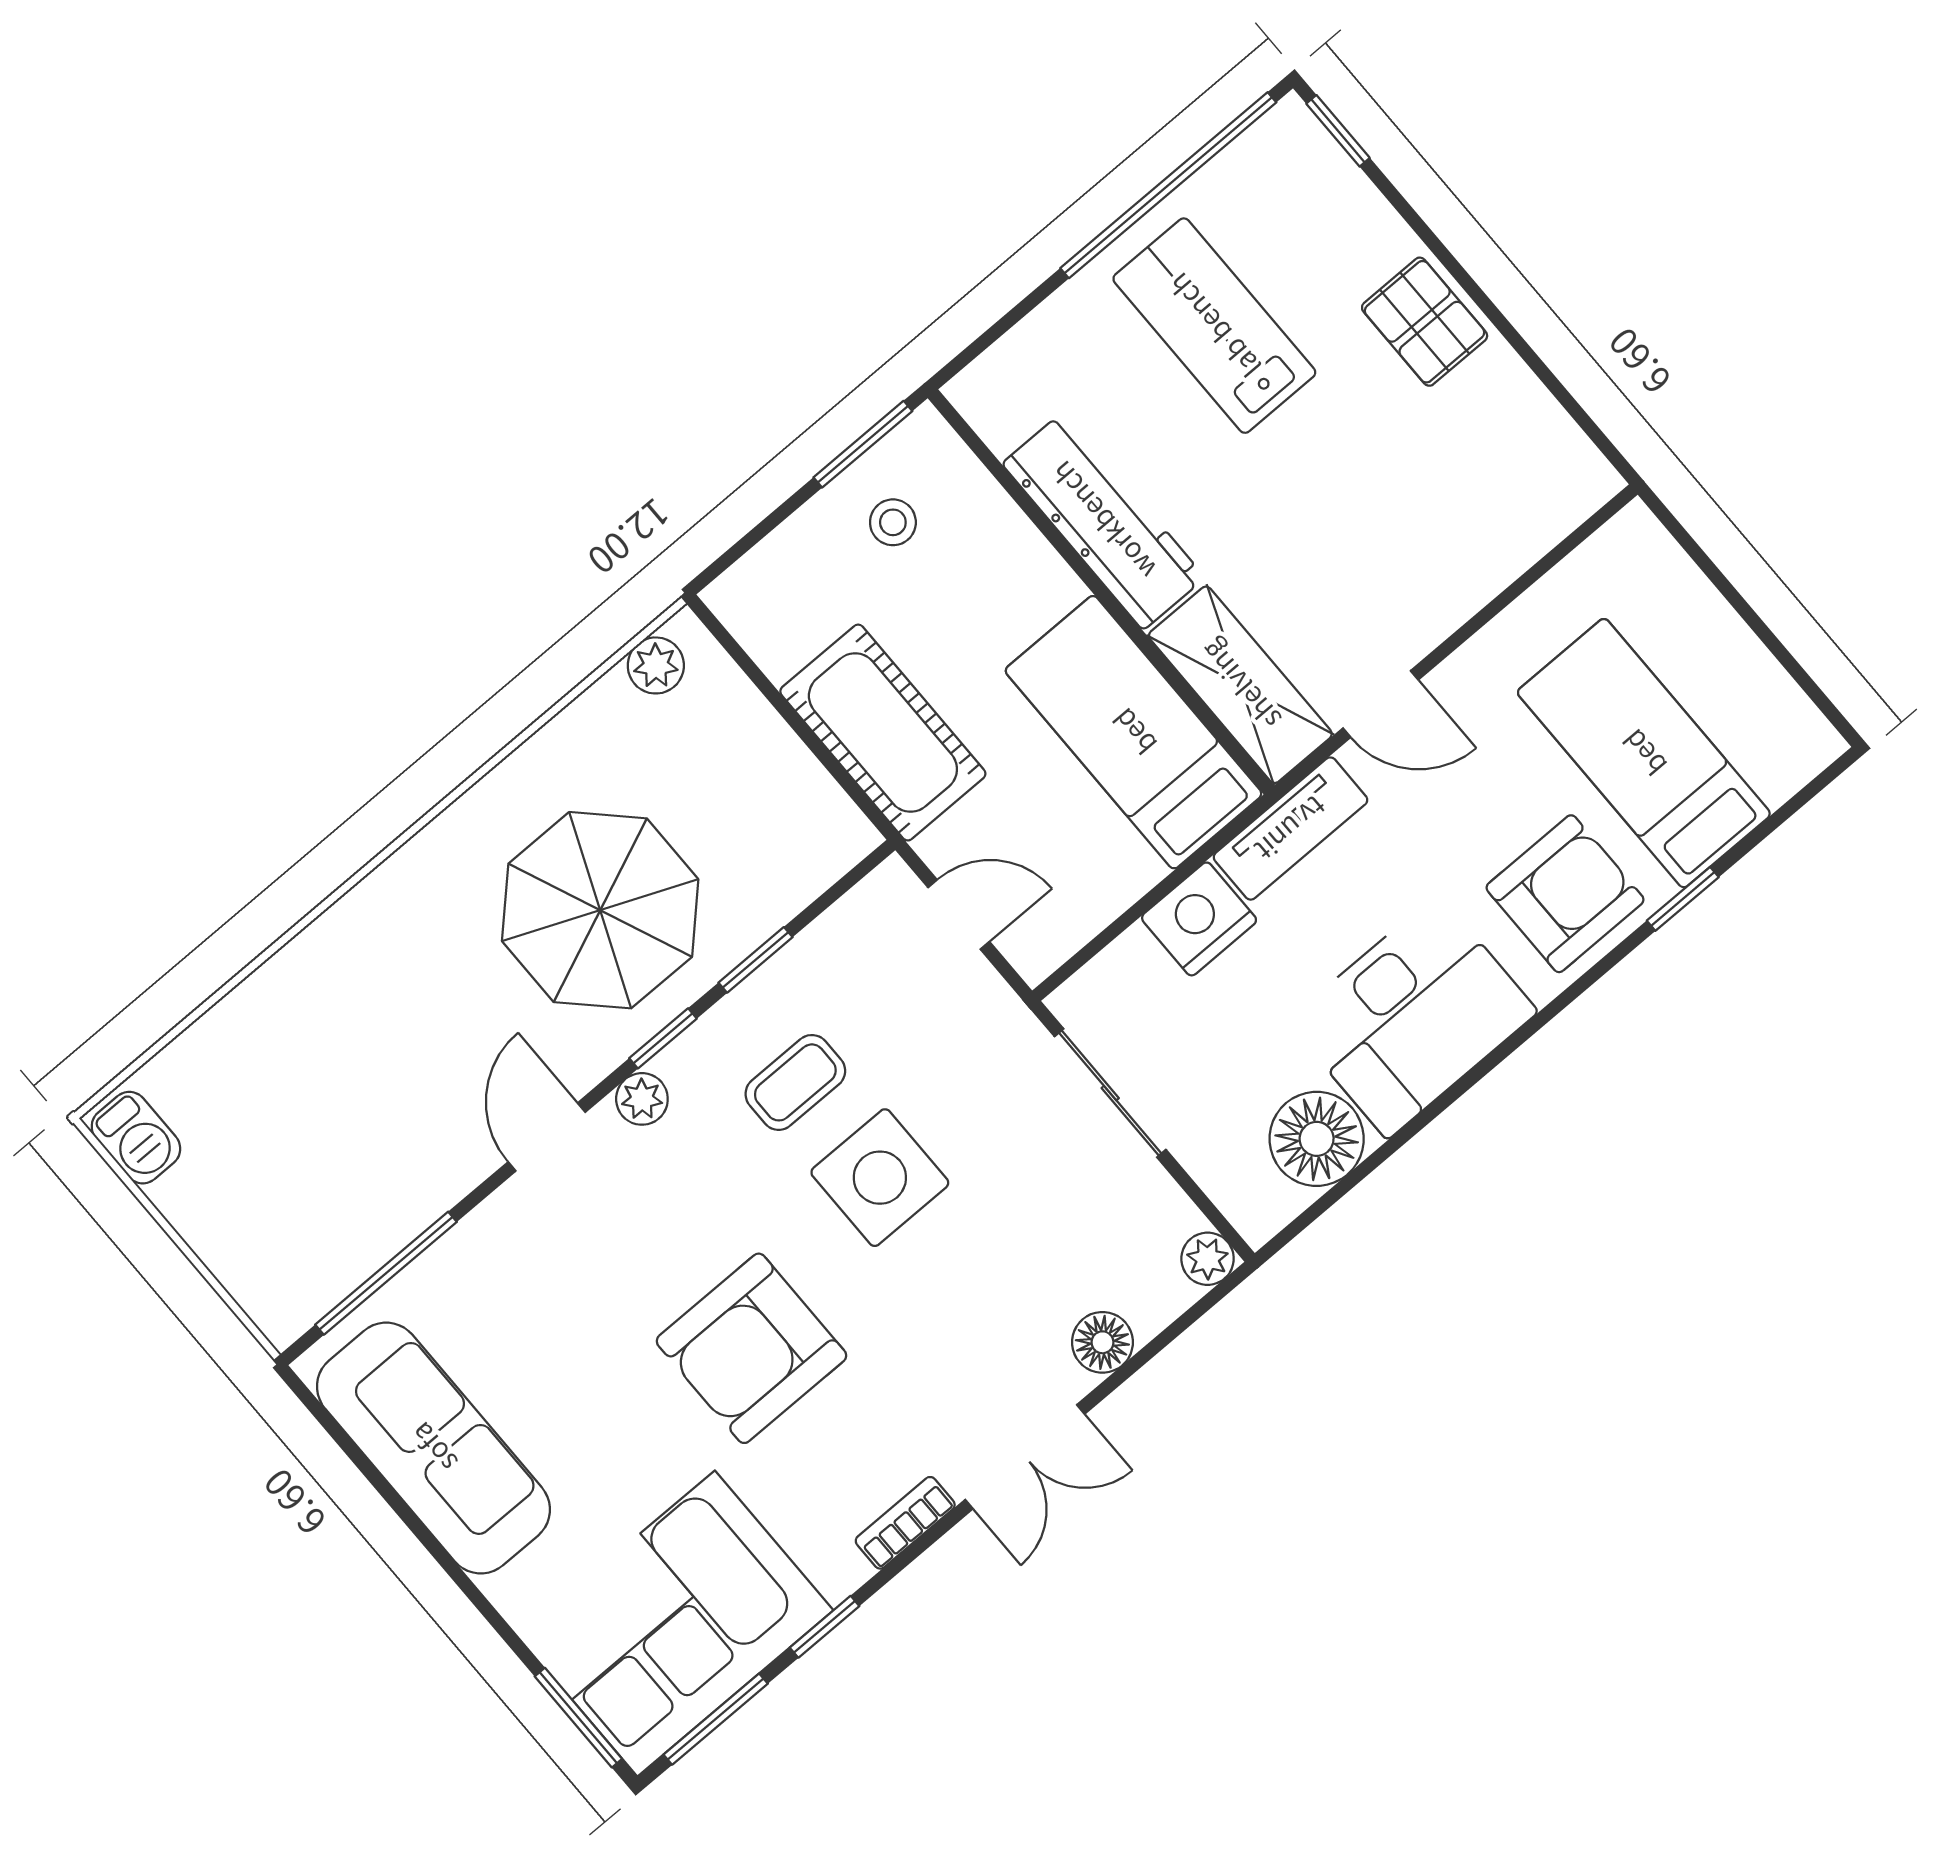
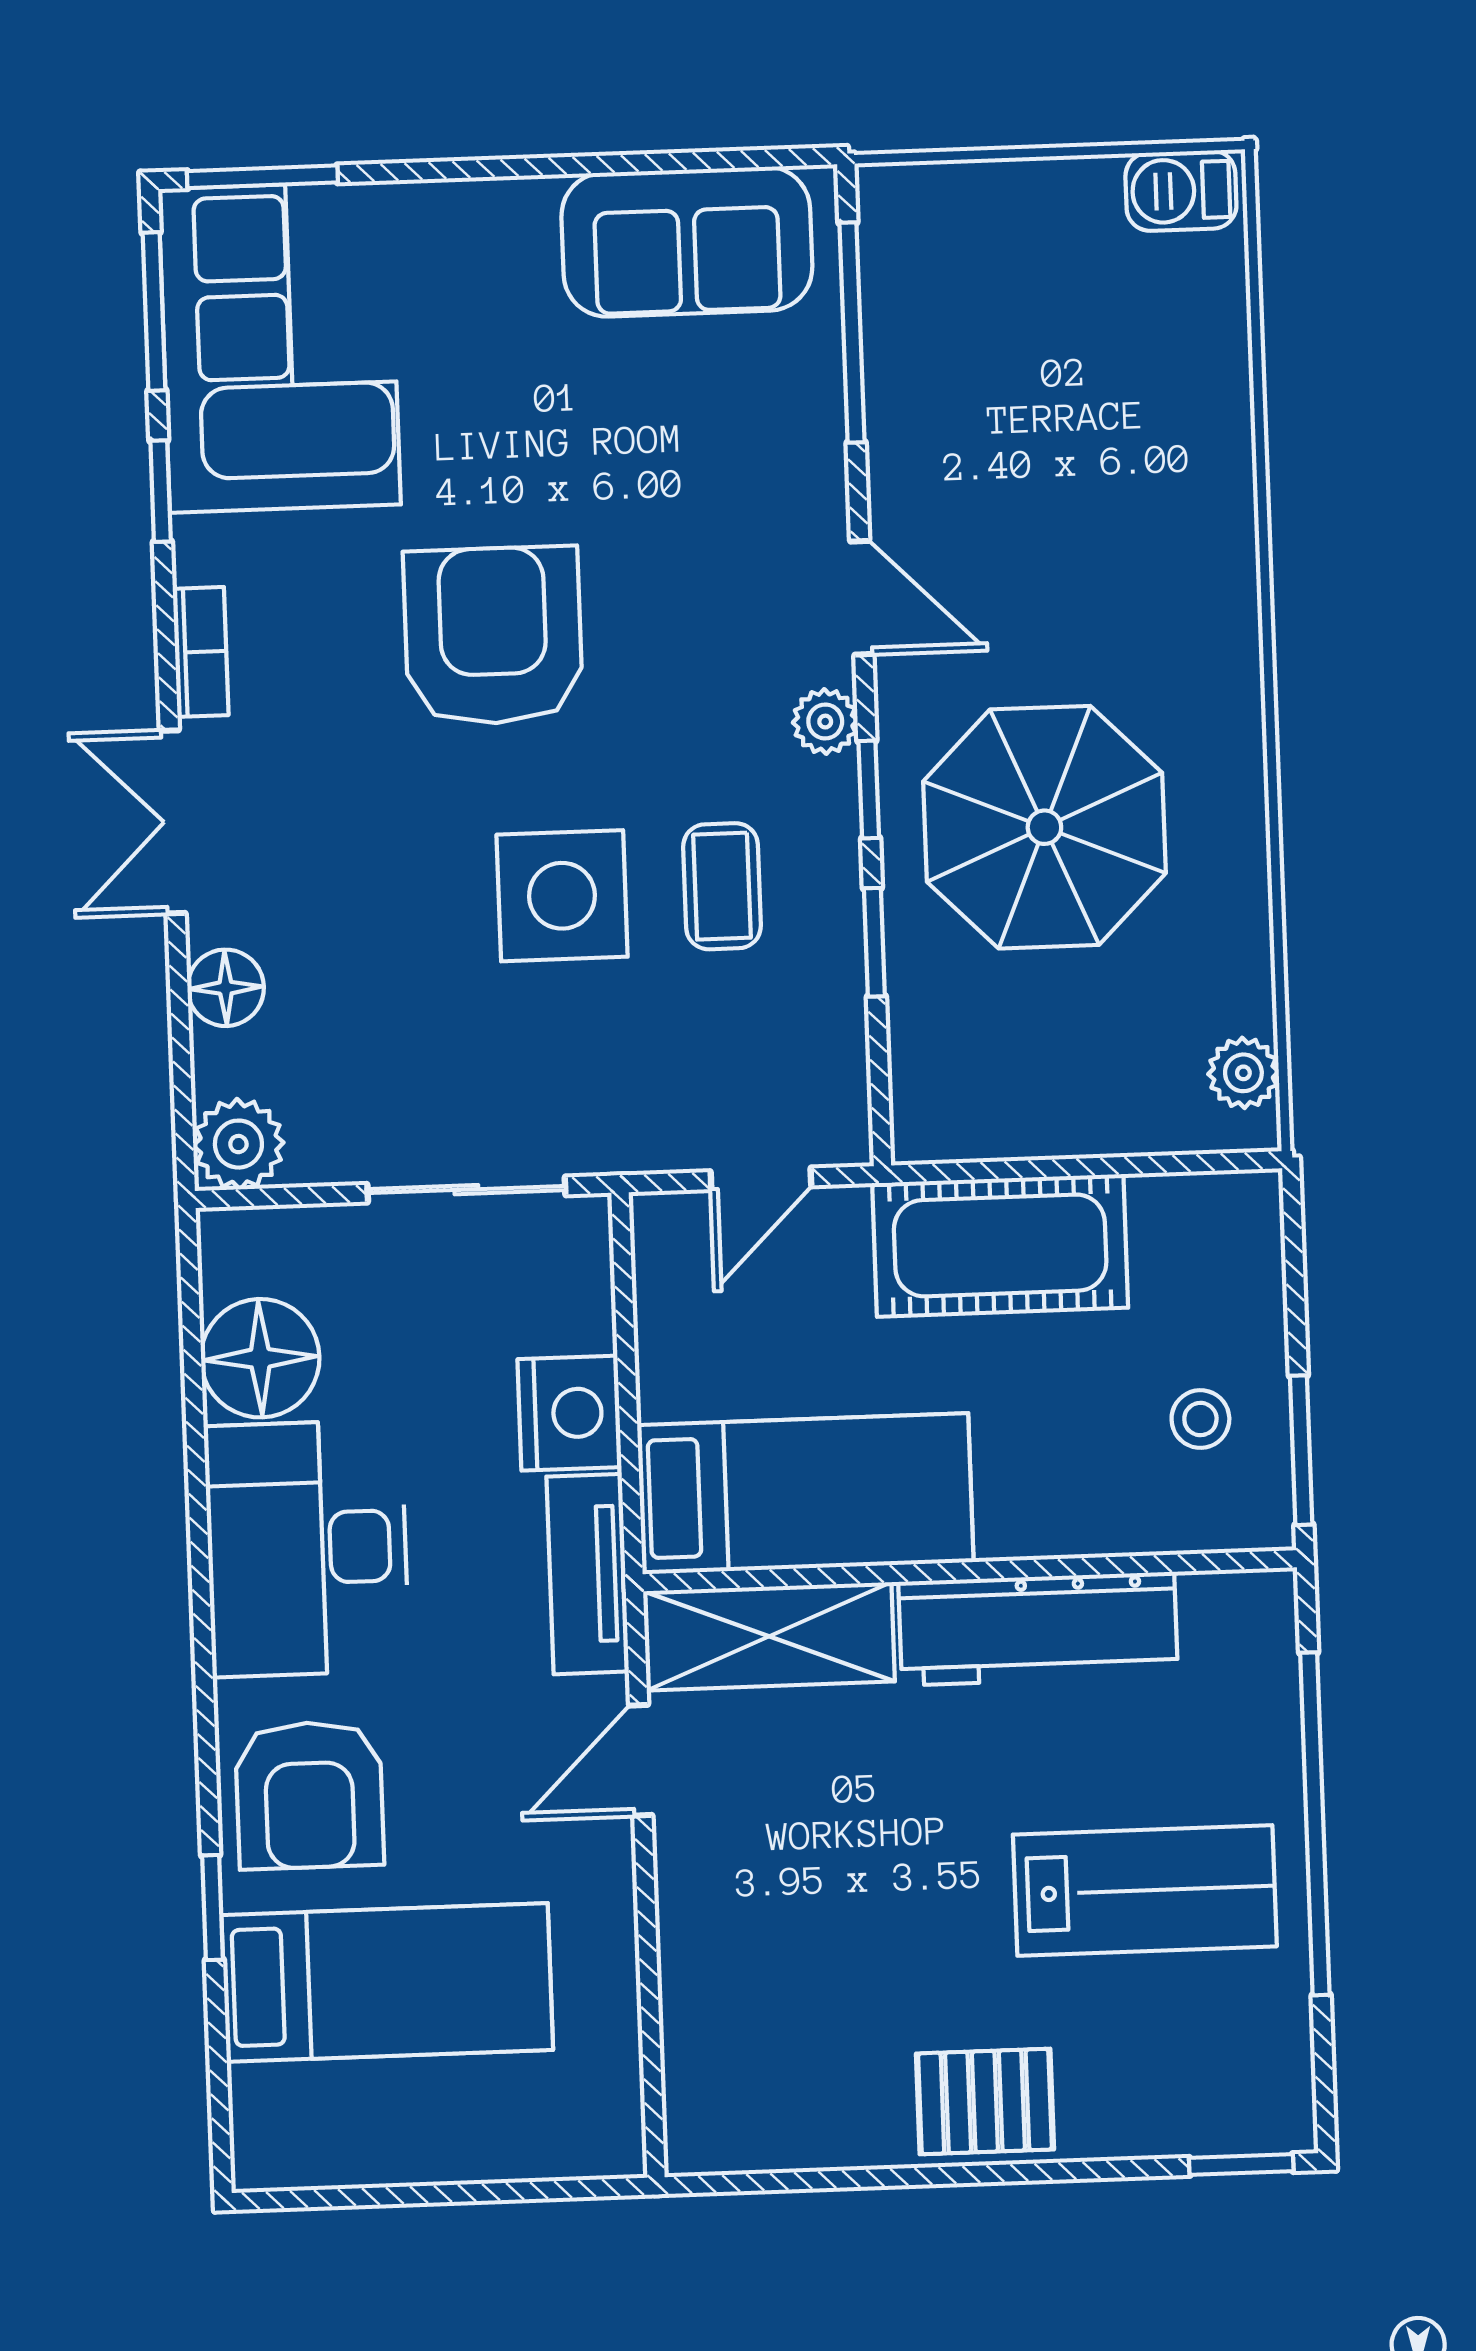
window: (1168, 185) -> (1315, 1824), moved
plant: (1208, 1259) -> (238, 1144), width x1.38, depth x1.38
sofa: (433, 1448) -> (687, 242), width x0.73

